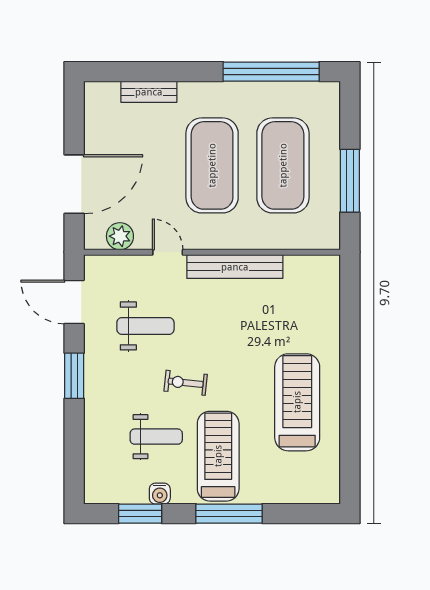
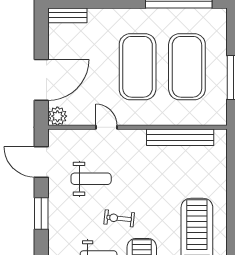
bench: (149, 92) -> (67, 15), moved
plant: (120, 236) -> (57, 116), moved
bench: (235, 267) -> (180, 137), moved

